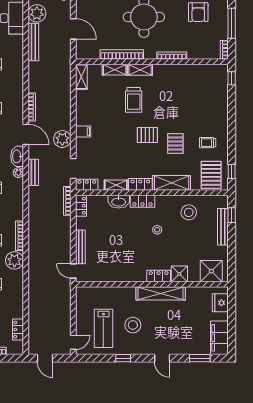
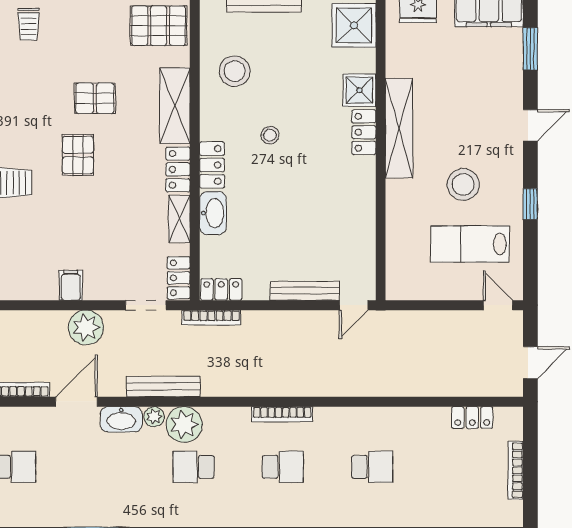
trolley: (208, 143) -> (28, 24), moved
bench: (33, 172) -> (163, 387), width x1.36
plant: (14, 260) -> (184, 425), moved
lab bench: (103, 328) -> (470, 244), turned 180

